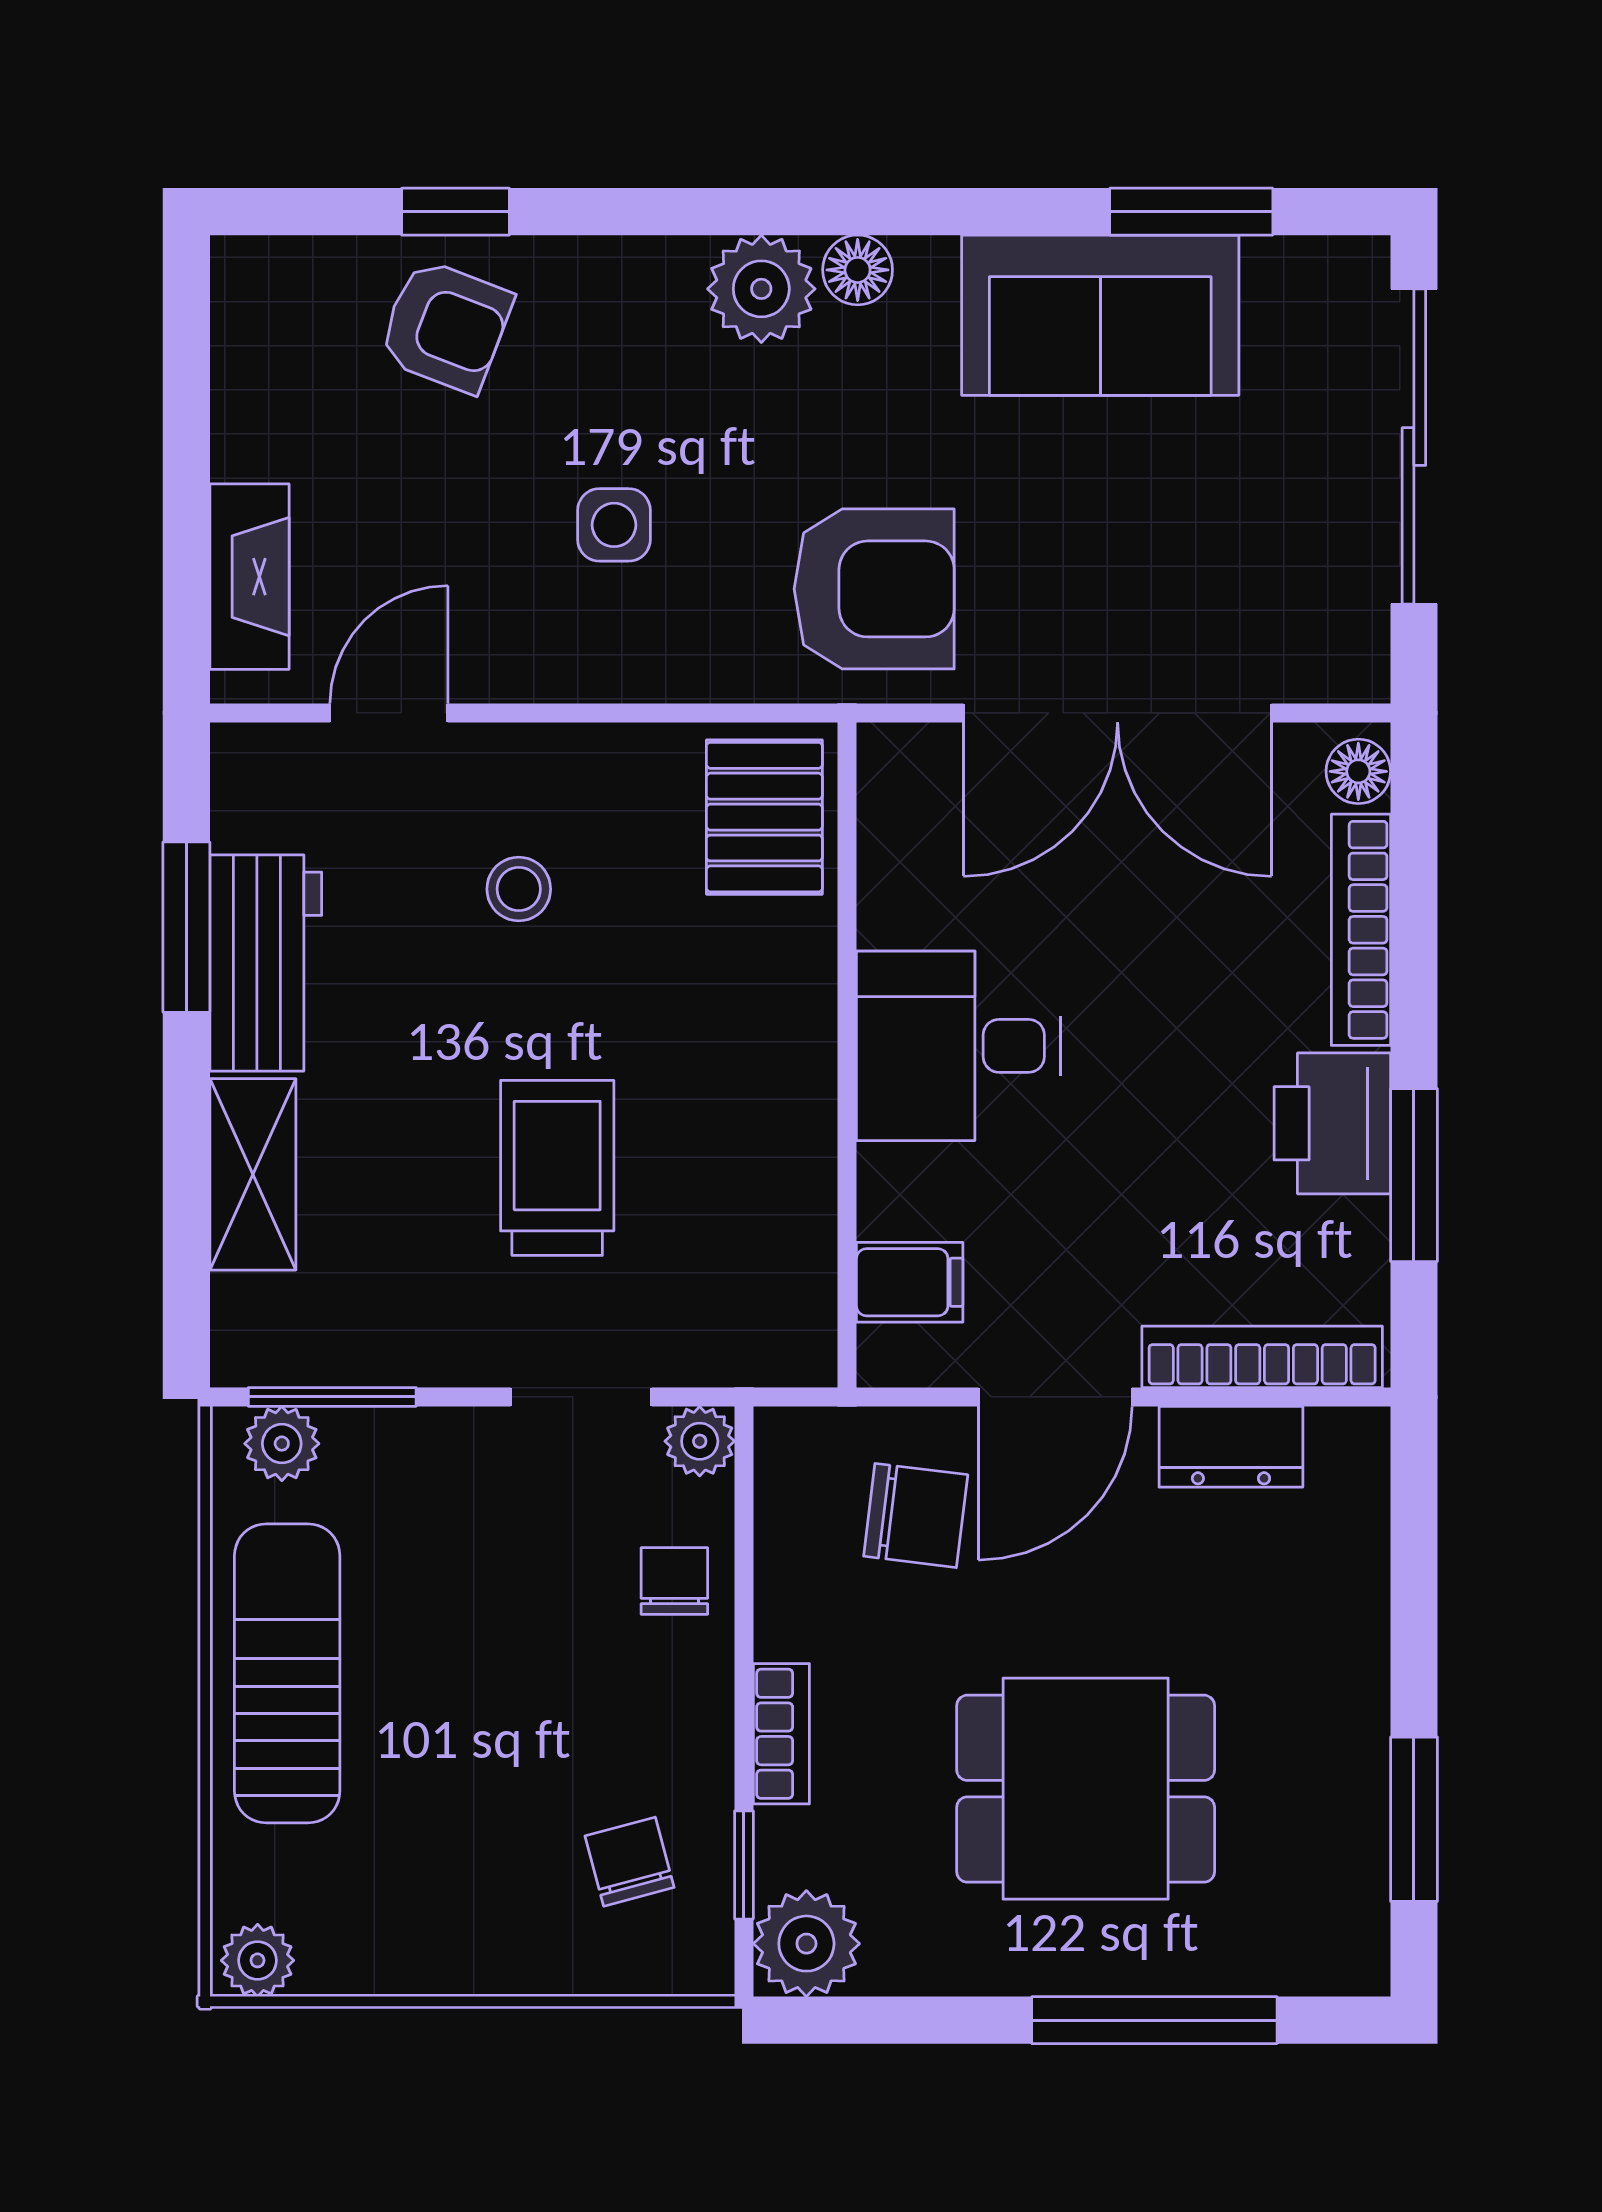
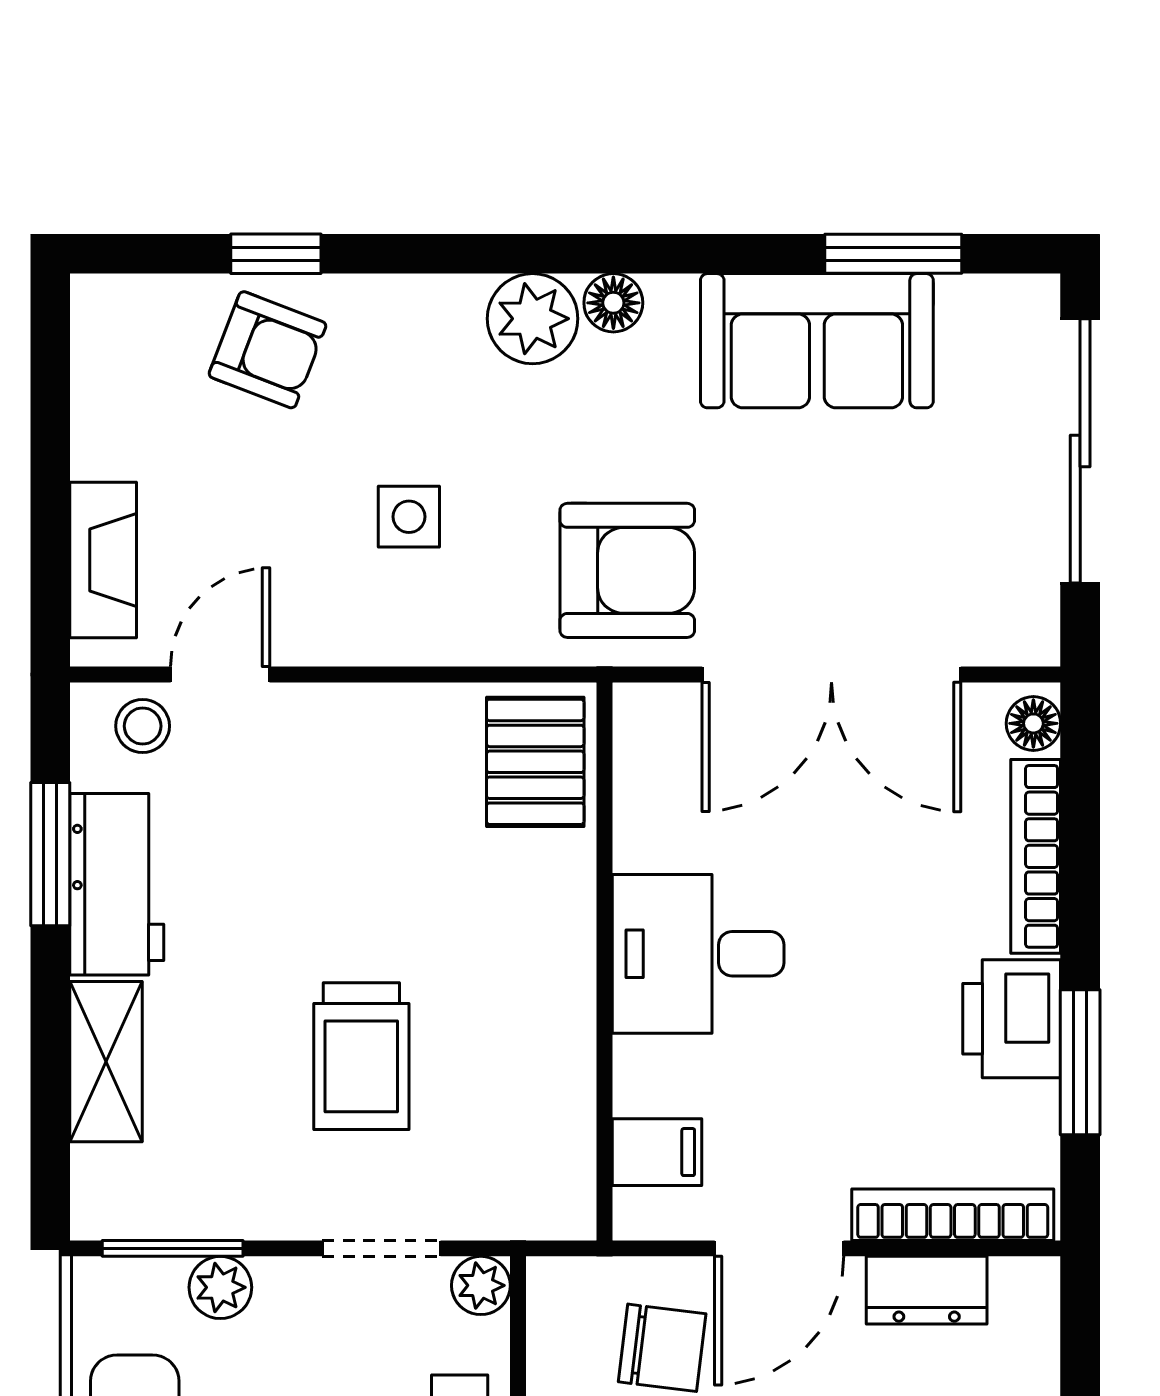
stool: (519, 889) -> (143, 726), moved
trolley: (557, 1168) -> (361, 1056), turned 180
plant: (282, 1444) -> (220, 1287), moved

